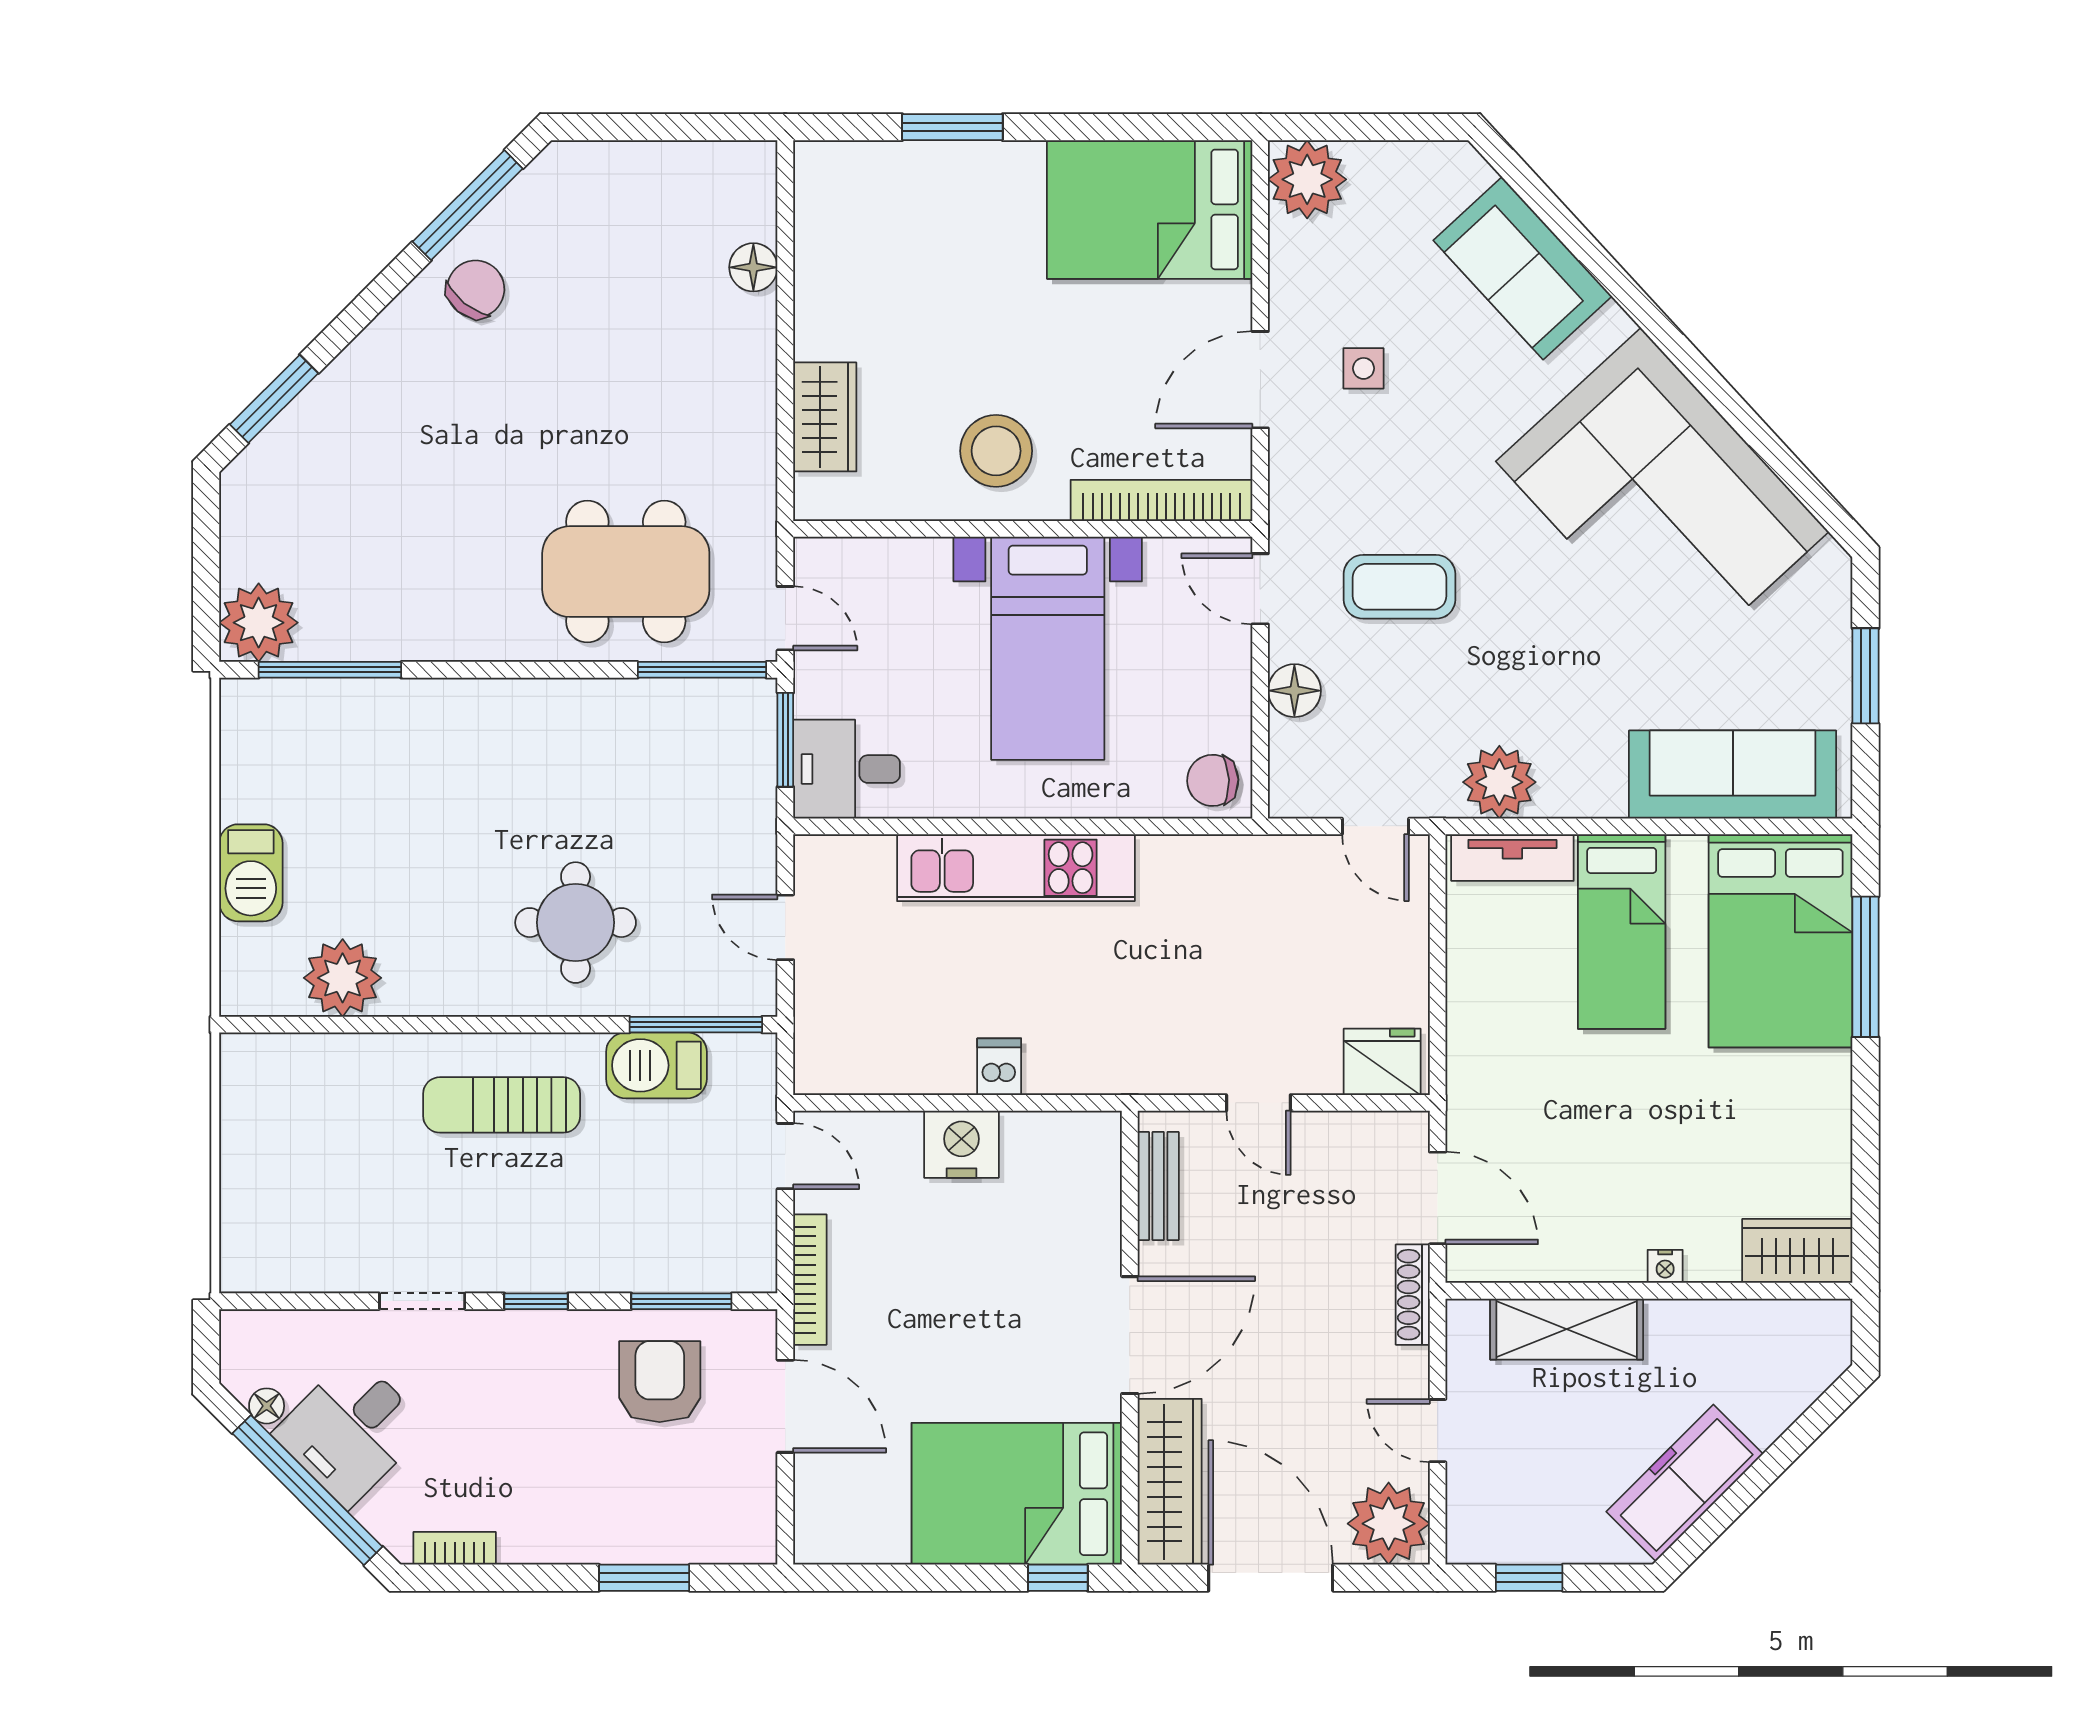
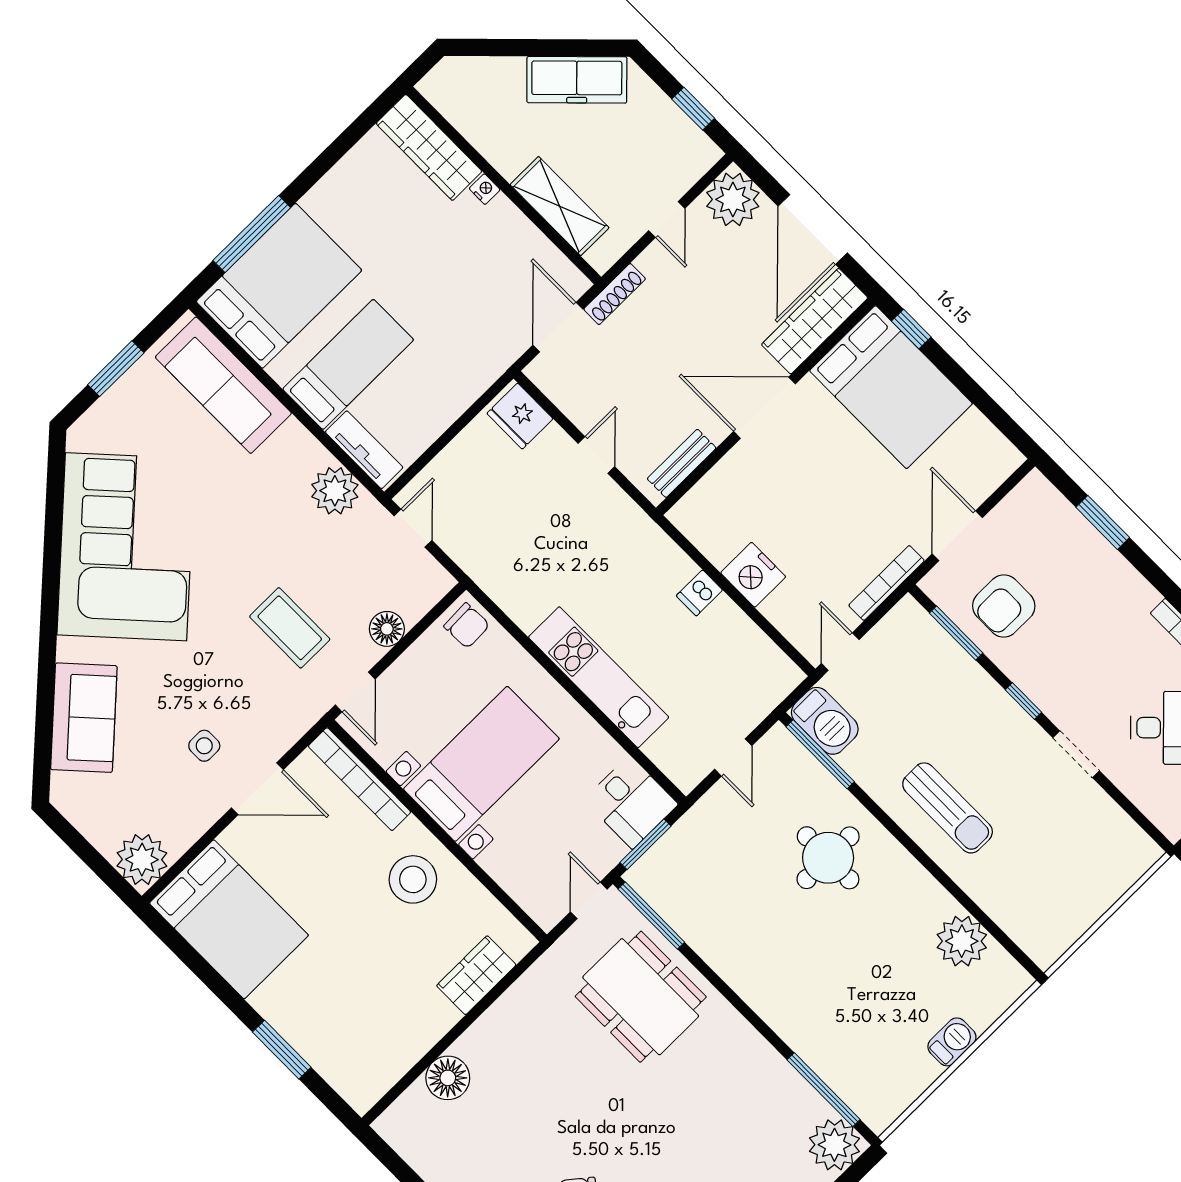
floor lamp: (753, 267) -> (448, 1078), width x1.38, depth x1.38
barbecue: (251, 873) -> (952, 1042), width x0.73, depth x0.79
barbecue: (656, 1065) -> (825, 721), moved
wardrobe: (1797, 1251) -> (429, 147), width x1.50

